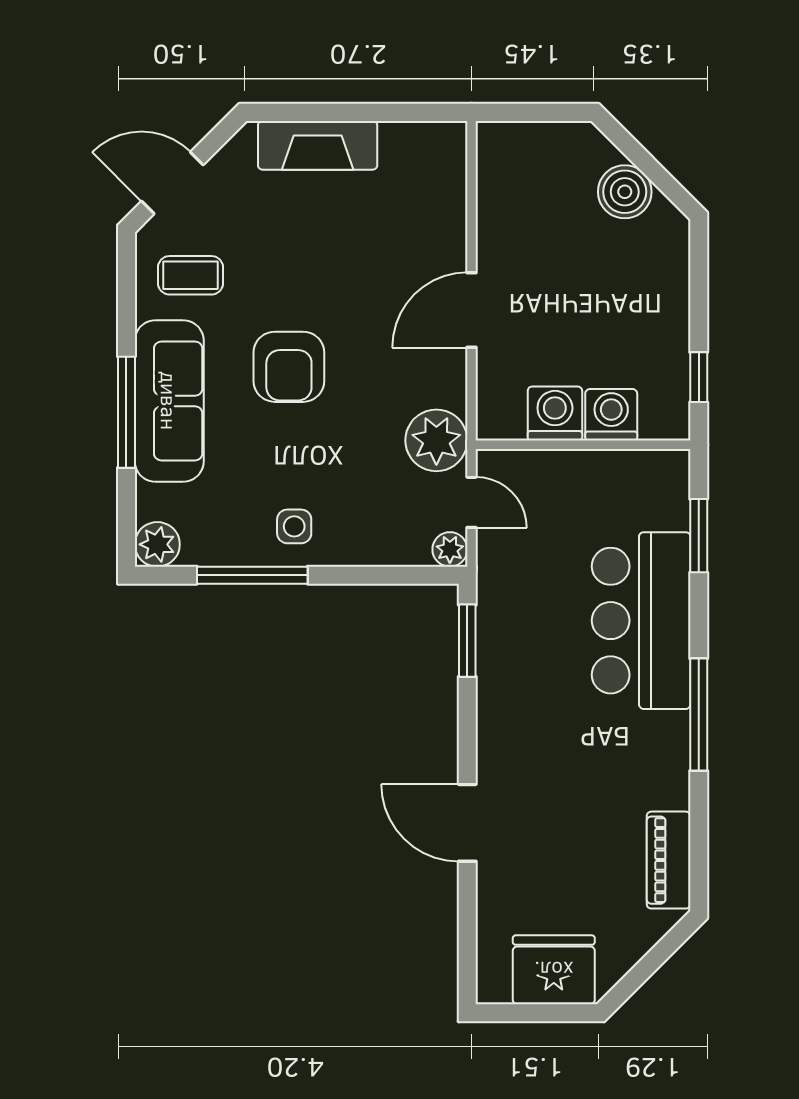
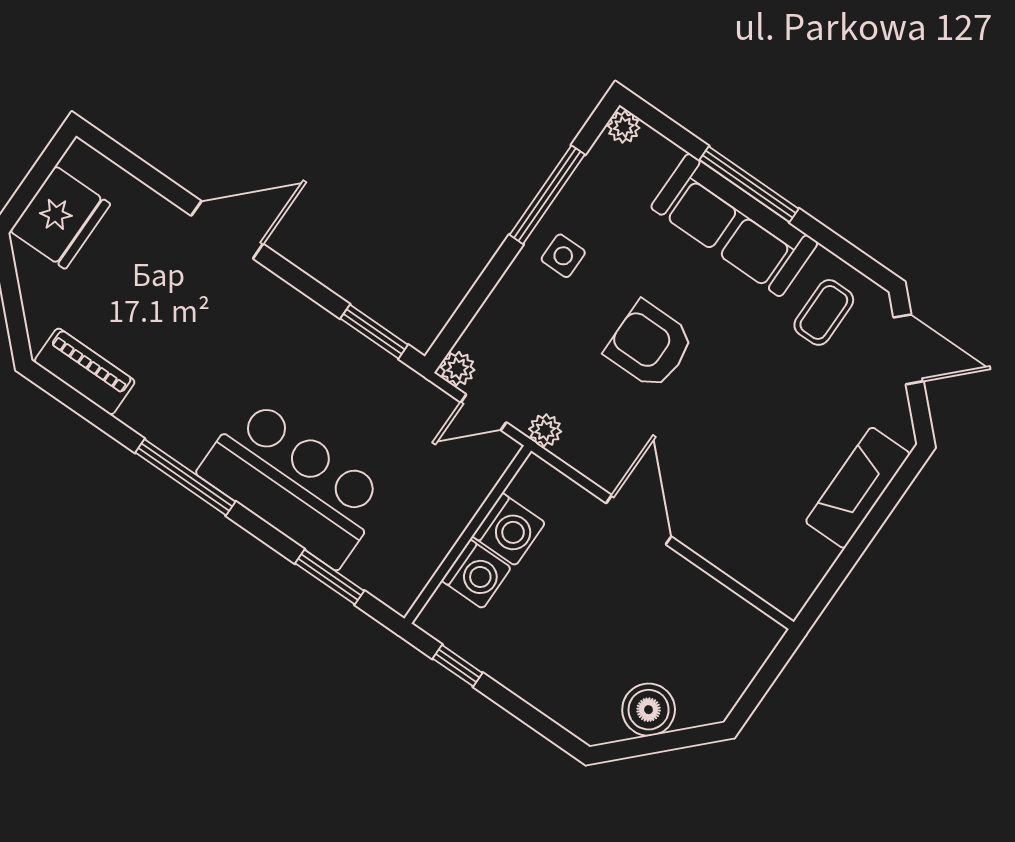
door: (172, 183) -> (909, 349), hinge flipped
armchair: (289, 367) -> (650, 345), moved
plant: (436, 440) -> (545, 430), width x0.53, depth x0.53
plant: (157, 544) -> (624, 127), width x0.73, depth x0.73

